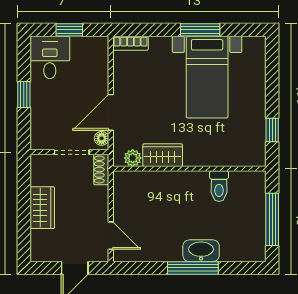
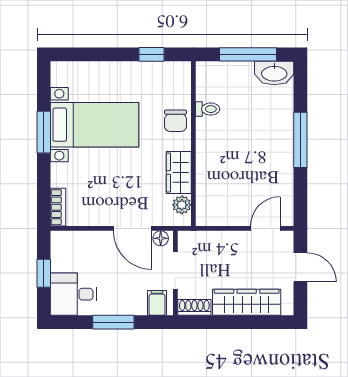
window: (24, 94) -> (113, 322), width x1.50
filing cabinet: (42, 135) -> (157, 303), added
chair: (211, 152) -> (176, 121), added
shoe rack: (101, 169) -> (194, 307), moved, turned 180
toilet: (219, 186) -> (208, 109), width x0.73, depth x0.72
wardrobe: (42, 208) -> (247, 302), width x1.50
washbasin: (201, 251) -> (274, 73), moved, turned -90

